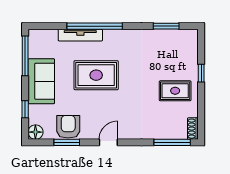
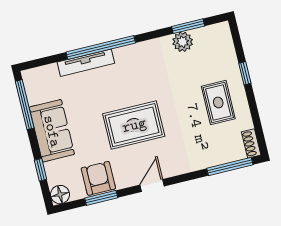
plant: (159, 37) -> (183, 42), added
rug: (96, 75) -> (134, 125), moved
rug: (175, 91) -> (218, 102), turned 90

